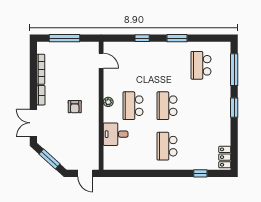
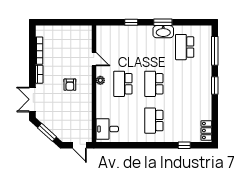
window: (65, 38) -> (61, 22), removed
washbasin: (177, 48) -> (163, 32), added
door: (101, 61) -> (94, 59), moved
desk: (116, 134) -> (107, 129), moved

